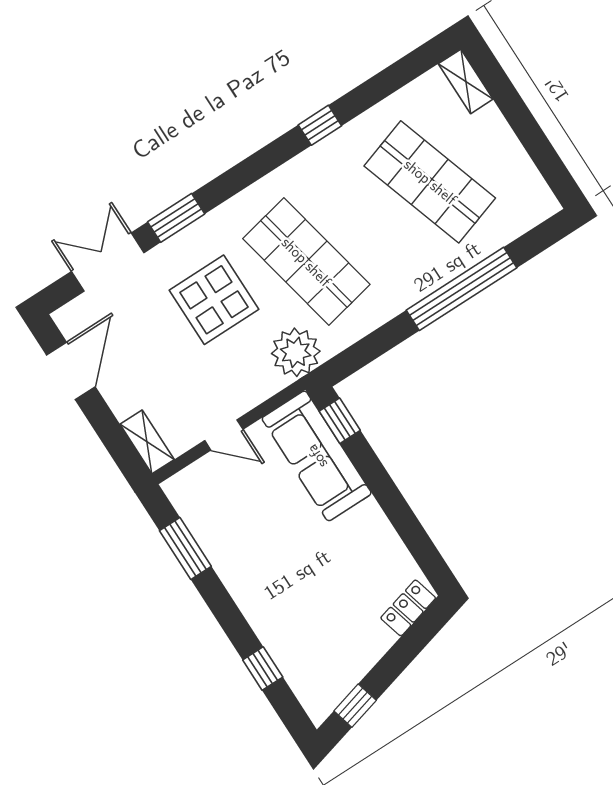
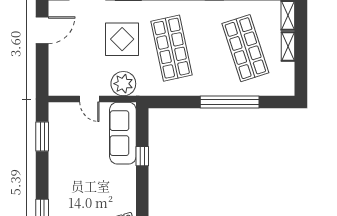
plant: (296, 352) -> (123, 84), moved
window: (340, 421) -> (142, 156), moved
shelving: (147, 442) -> (288, 47), moved

